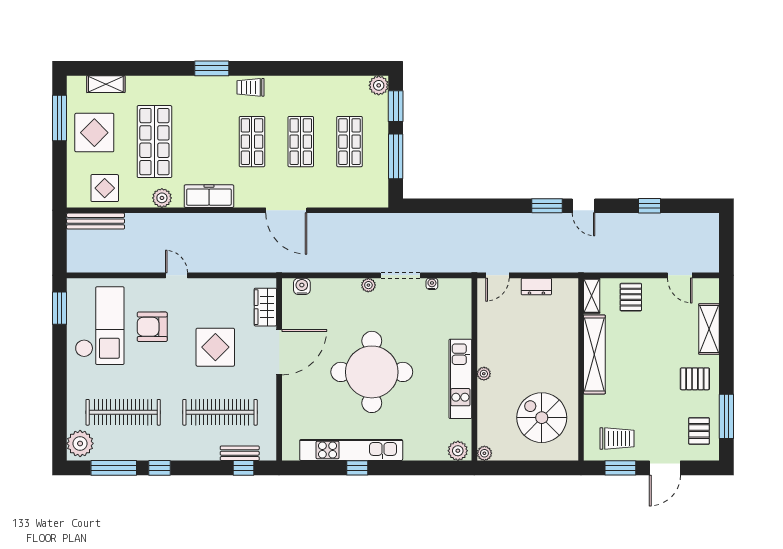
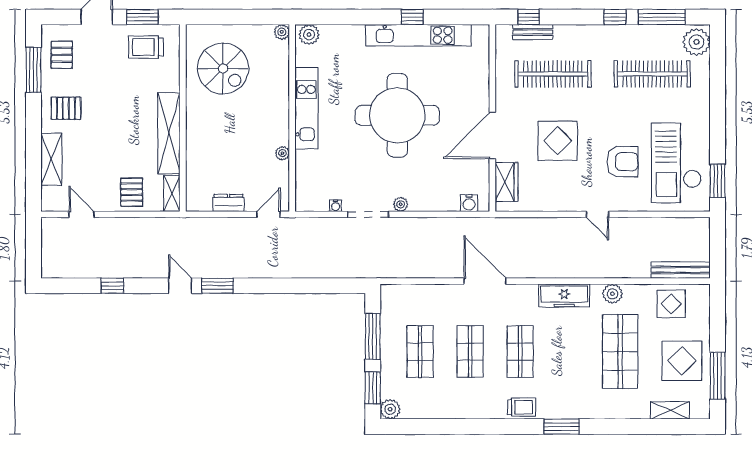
plant: (484, 374) -> (282, 153), moved

